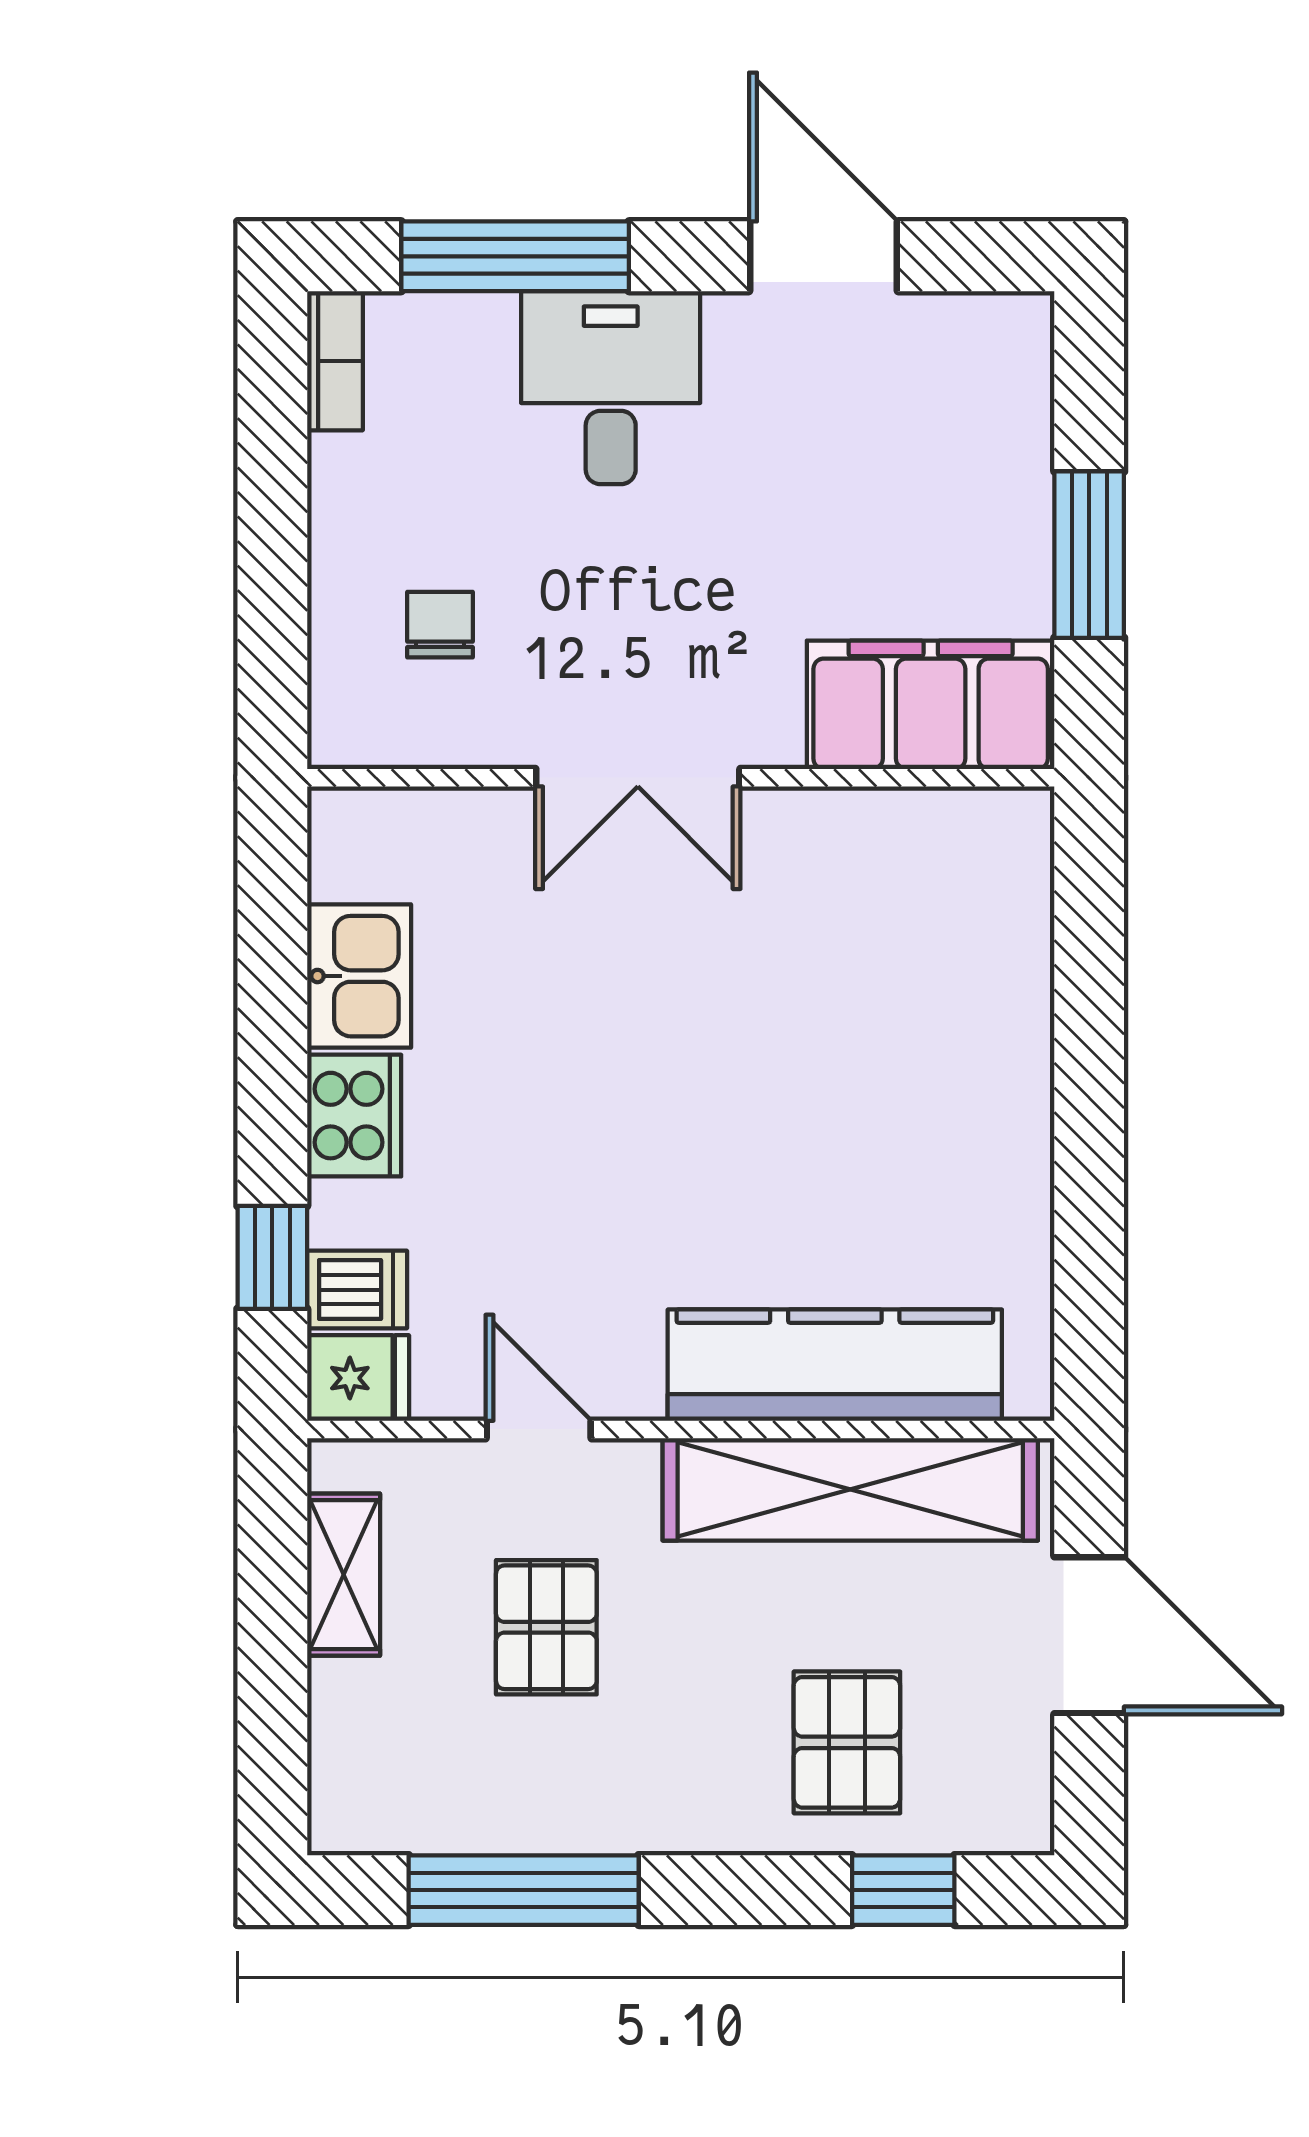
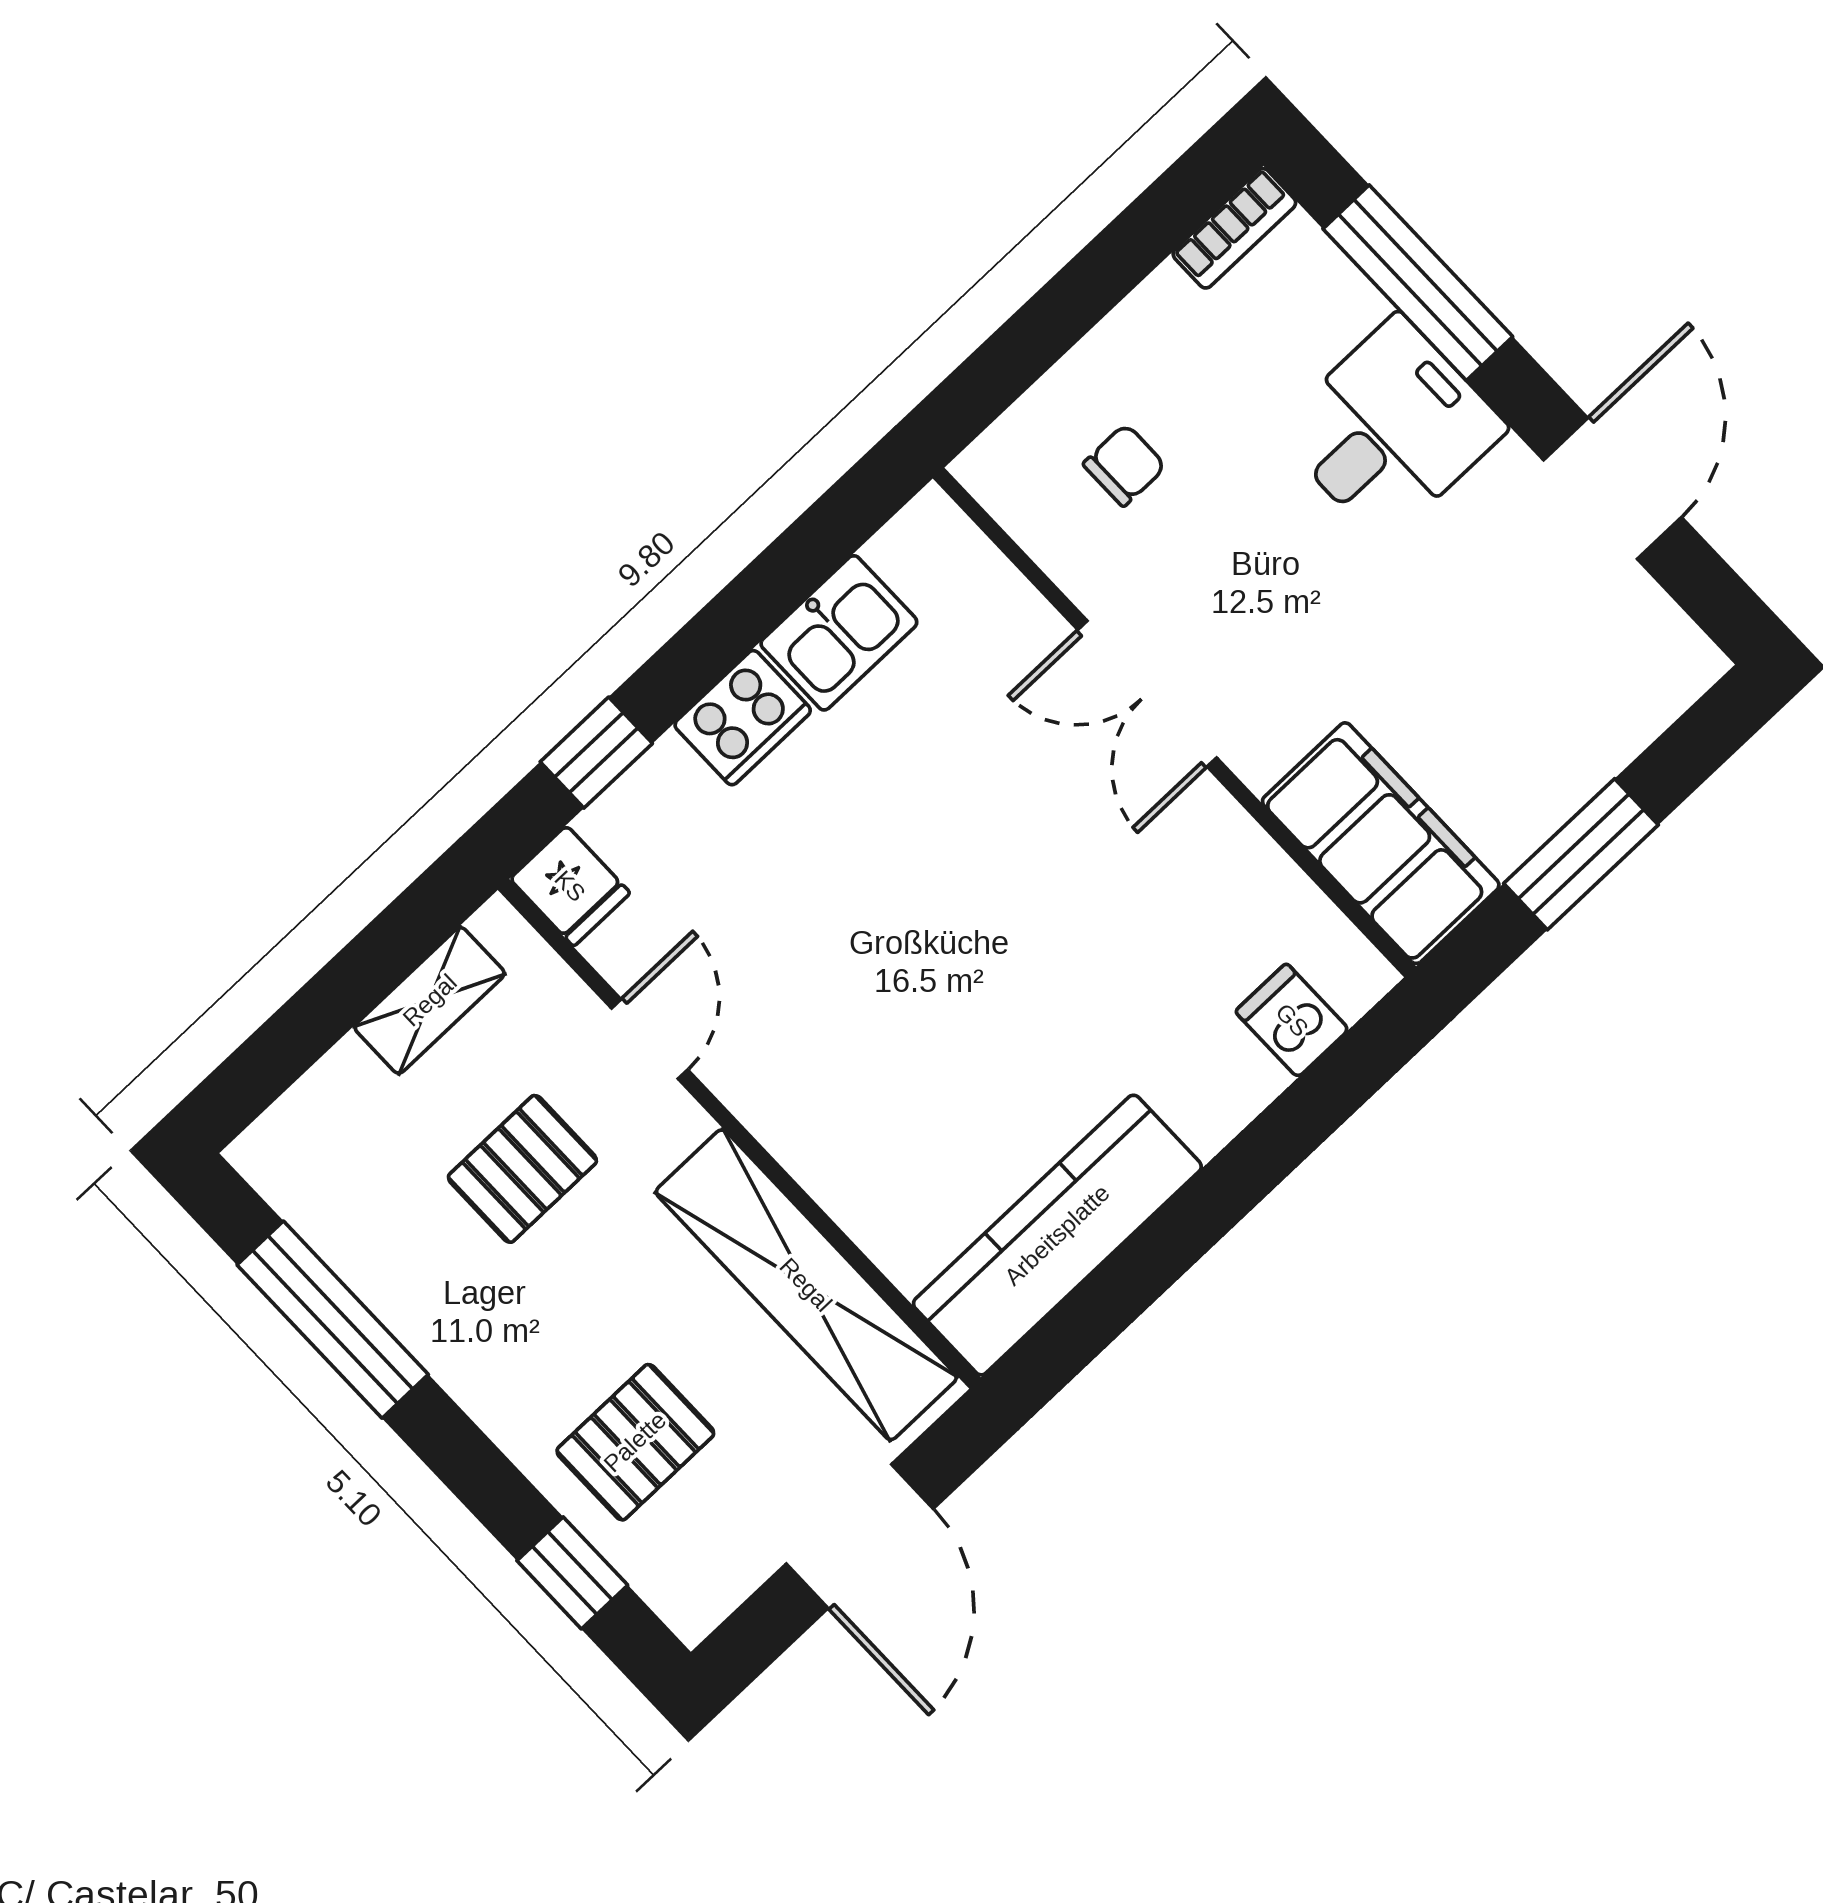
dishwasher: (357, 1290) -> (1292, 1020), moved, turned 180
kitchen counter: (835, 1365) -> (1057, 1235), moved, turned -90

